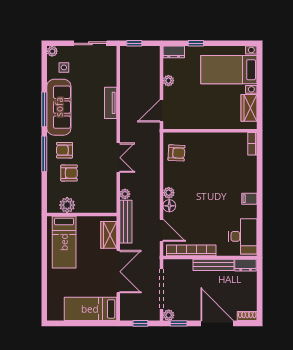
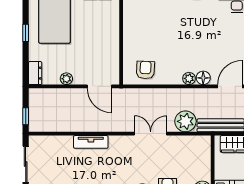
window: (196, 43) -> (26, 33), moved
plant: (125, 194) -> (185, 121), width x1.88, depth x1.88

